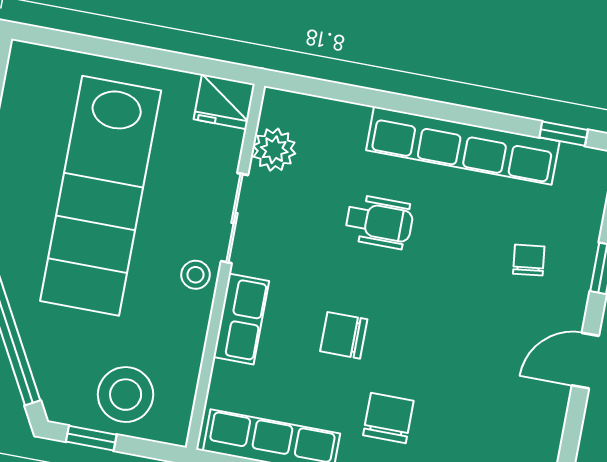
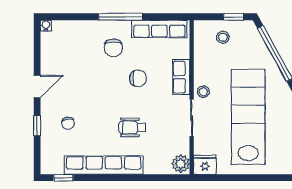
plant: (274, 150) -> (181, 164), moved
stool: (126, 395) -> (223, 37), width x0.53, depth x0.53

